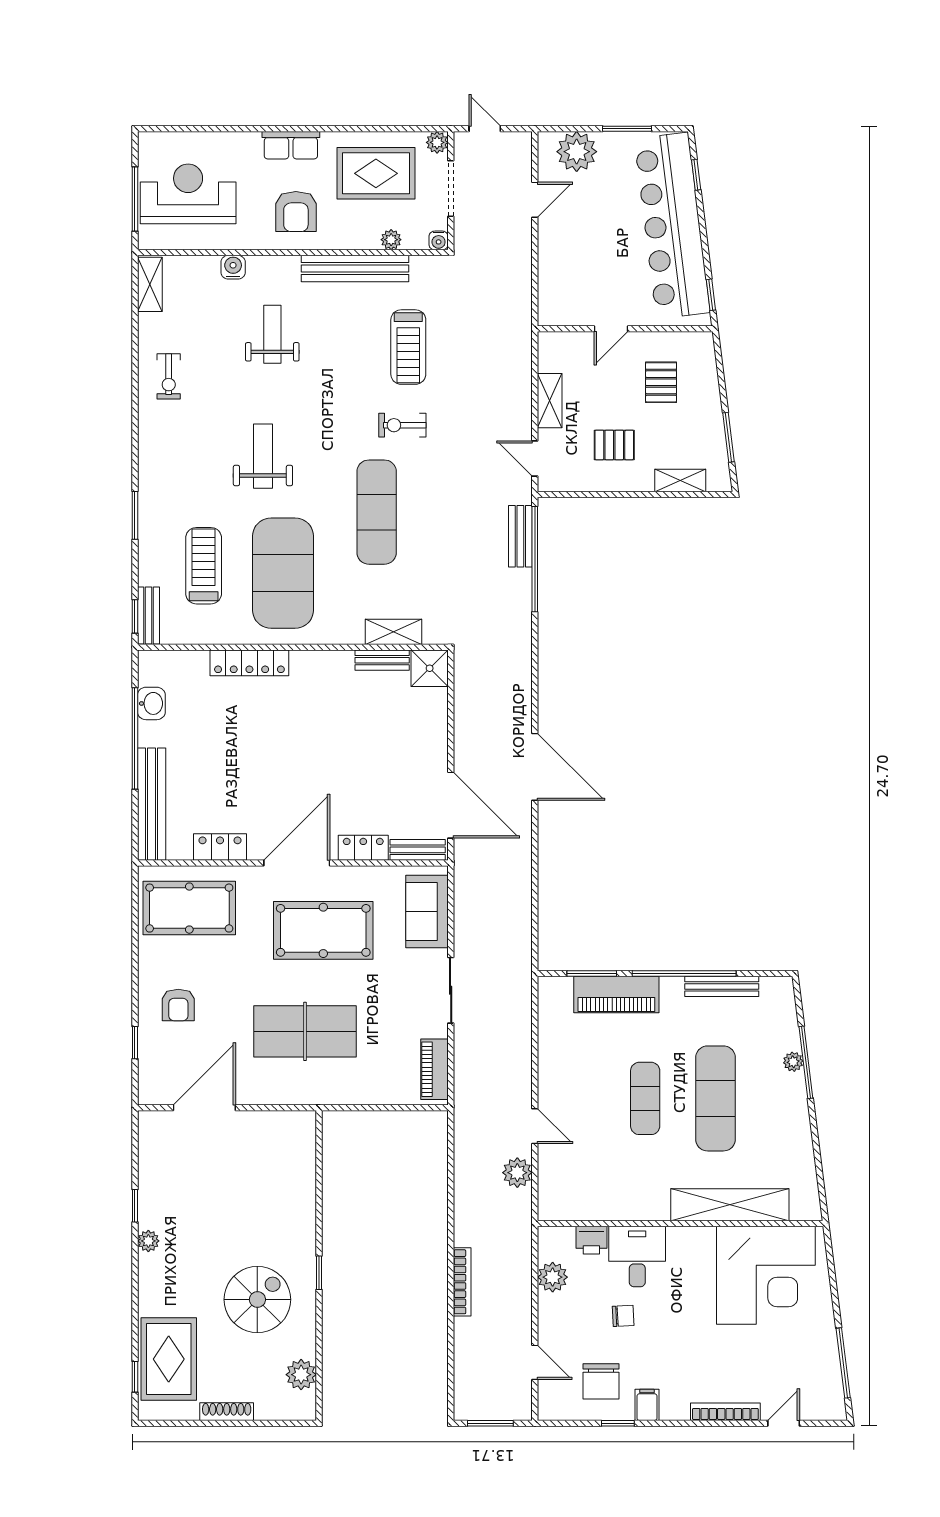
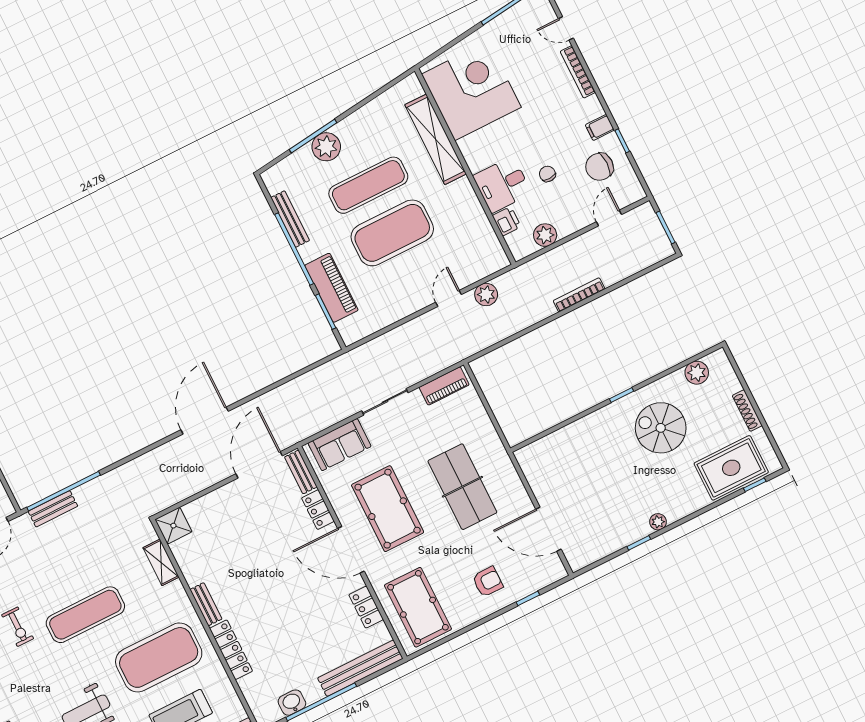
bench: (382, 660) -> (206, 604), moved
plant: (793, 1062) -> (326, 147), width x1.87, depth x1.87
exercise mat: (645, 1098) -> (392, 233), width x2.00, depth x1.45
chair: (601, 1381) -> (599, 167), turned 180

